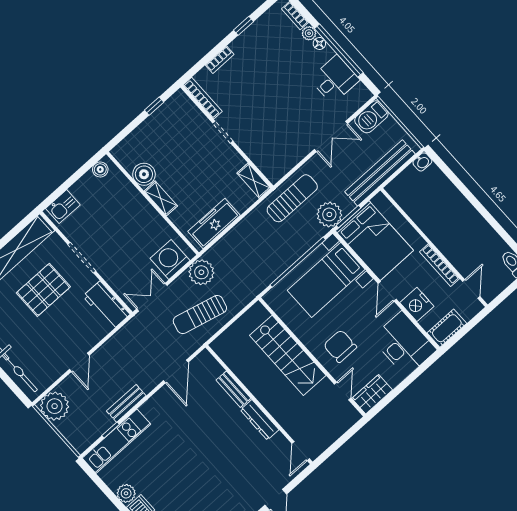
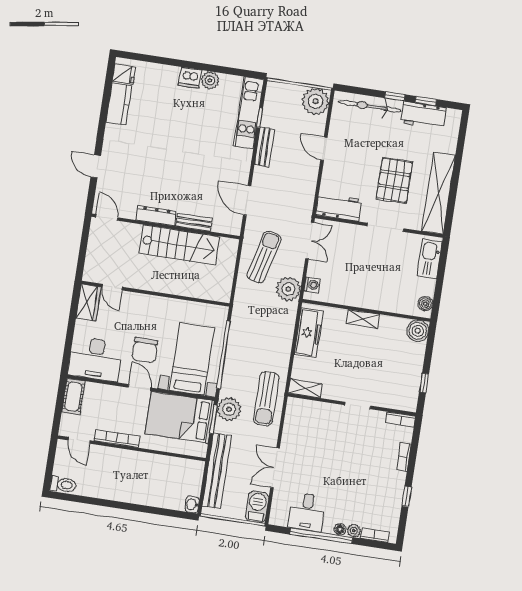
bookcase: (203, 98) -> (401, 419), width x0.64
boiler: (144, 174) -> (418, 331), moved
kitchen sink: (63, 207) -> (430, 259), width x1.38
washing machine: (170, 259) -> (312, 285), width x0.53, depth x0.53
nightstand: (417, 304) -> (110, 396), removed
chair: (340, 346) -> (145, 350), moved, turned 90
stairs: (288, 355) -> (179, 245), moved, turned 180

